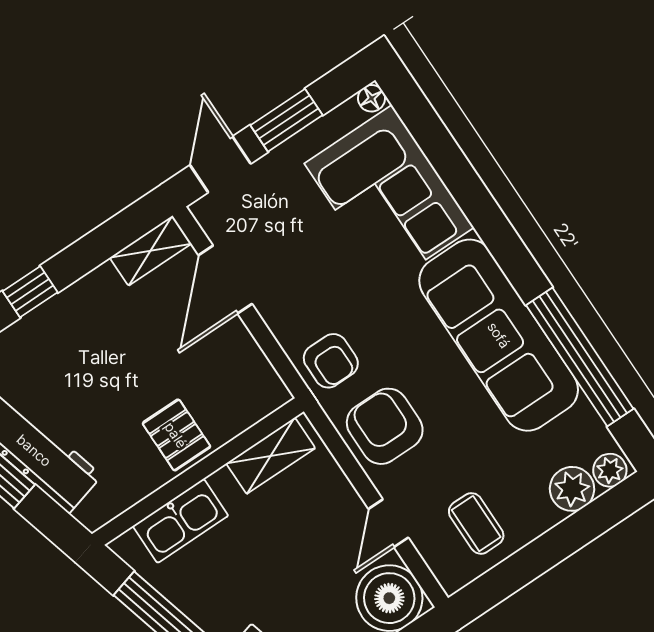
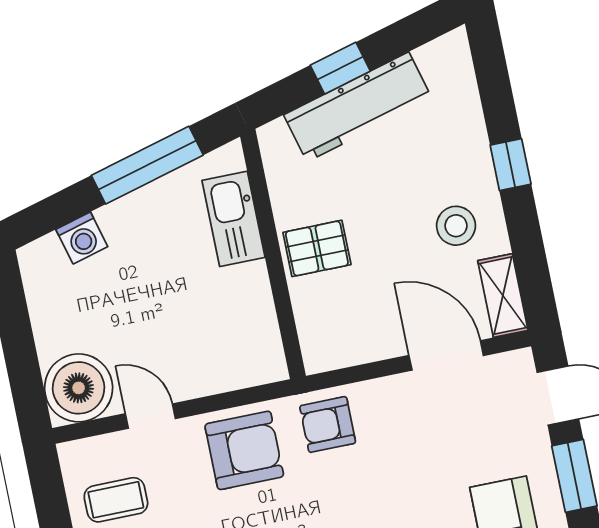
stool: (105, 318) -> (456, 226), added
shelving: (271, 456) -> (260, 330), removed

